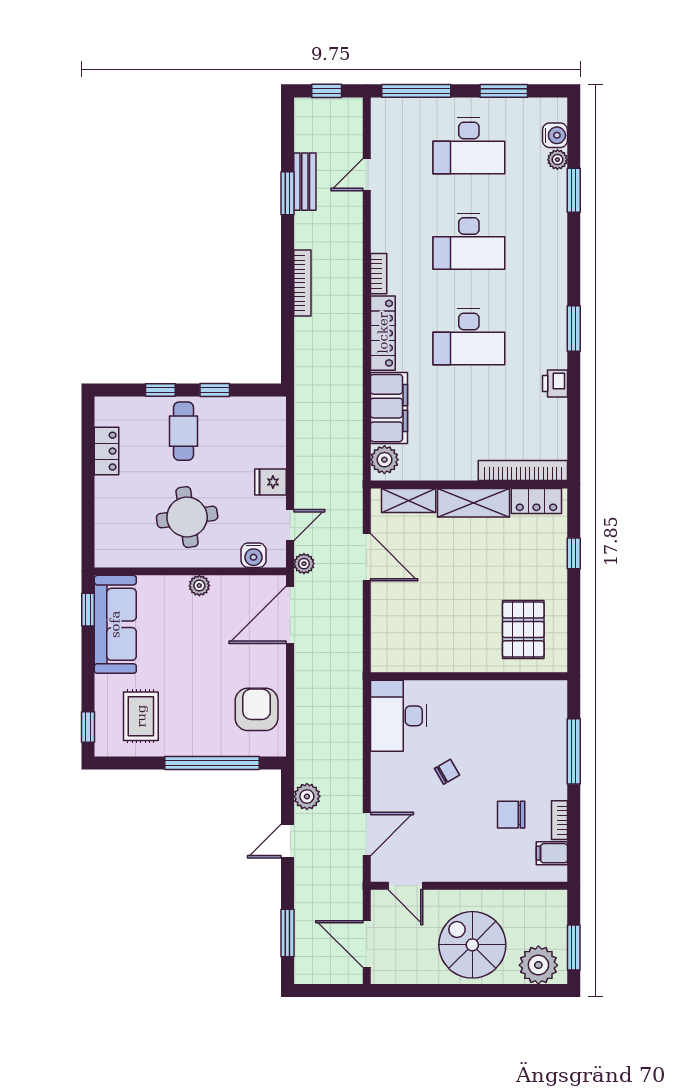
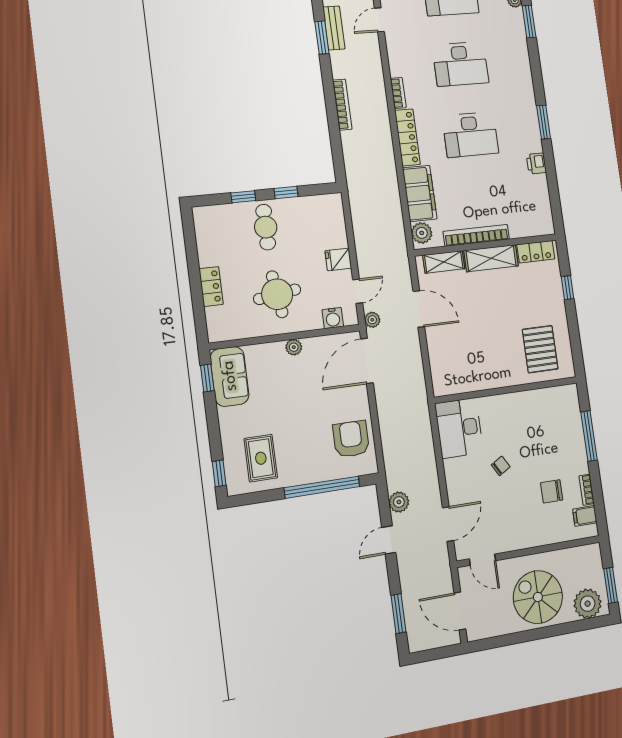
locker: (107, 451) -> (211, 287), moved
bookcase: (523, 471) -> (476, 235), moved
sofa: (115, 624) -> (230, 376), width x0.73

